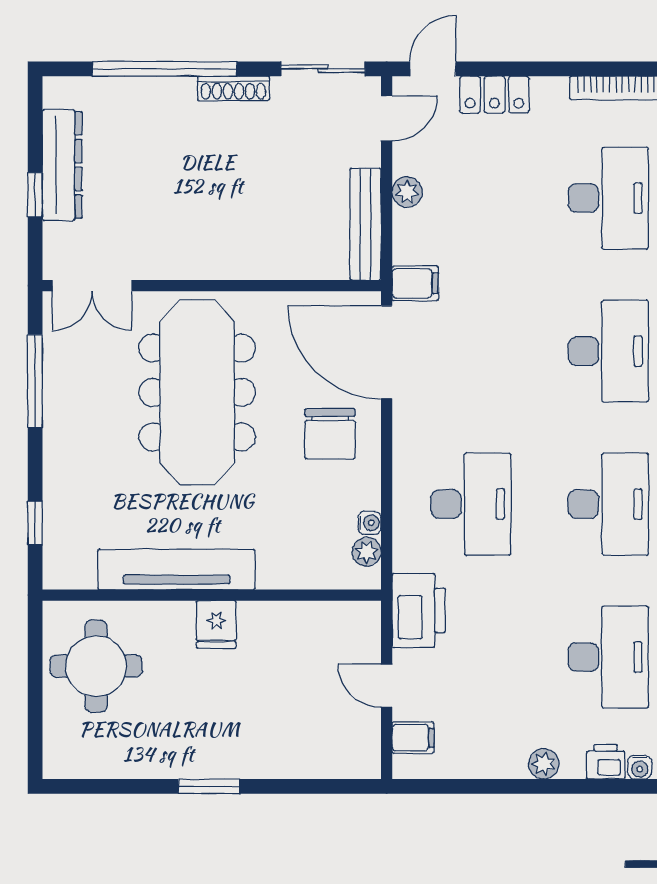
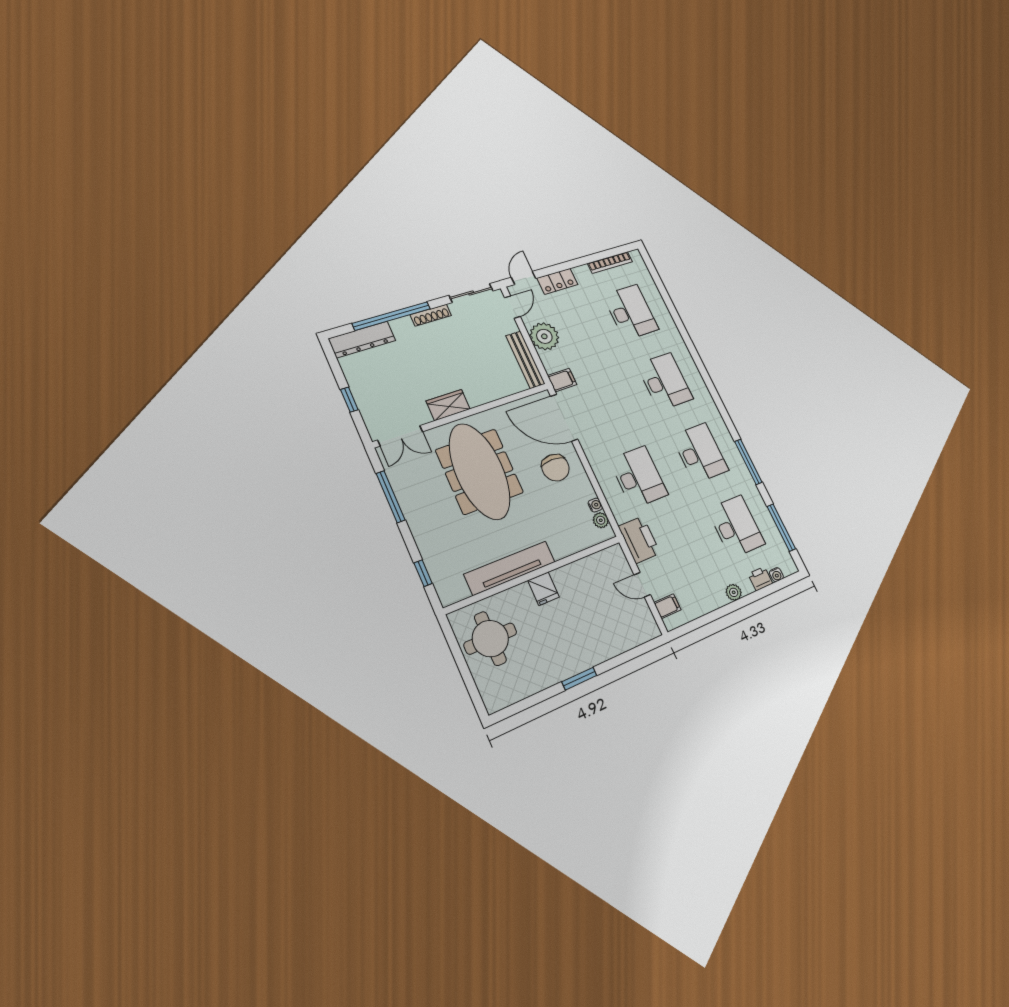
dresser: (62, 165) -> (362, 339), moved, turned 90
plant: (407, 192) -> (544, 336), width x1.88, depth x1.88
wardrobe: (194, 260) -> (448, 405), added

